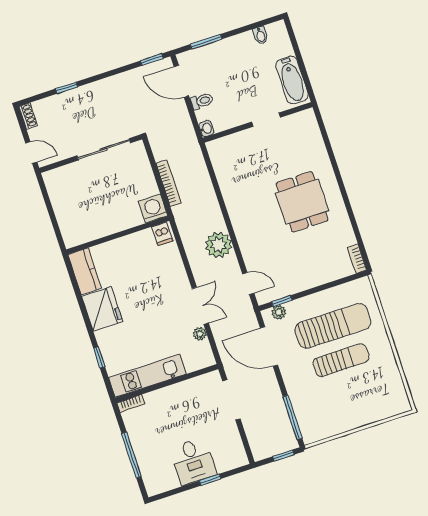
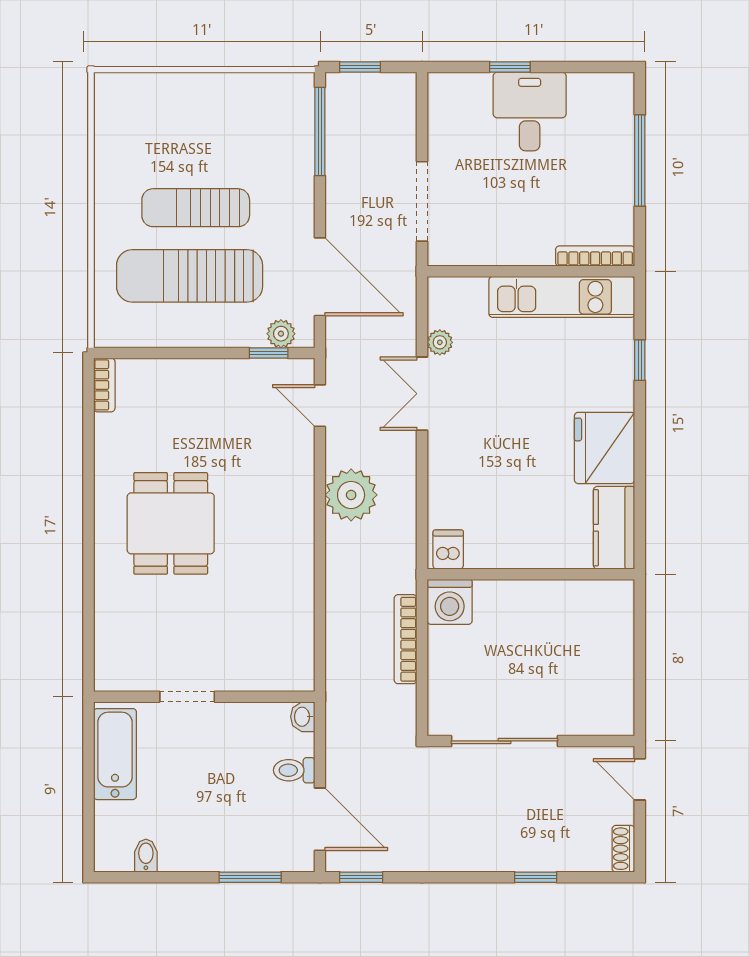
bookcase: (131, 403) -> (595, 256), width x1.56

